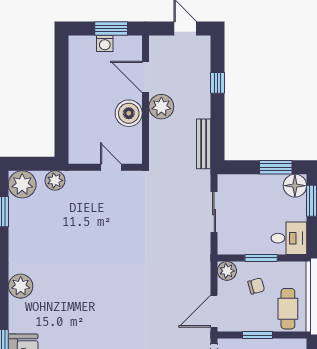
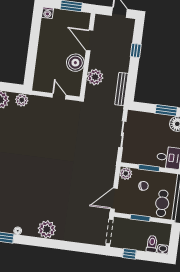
washing machine: (105, 43) -> (48, 13), moved
plant: (161, 107) -> (95, 77), moved

